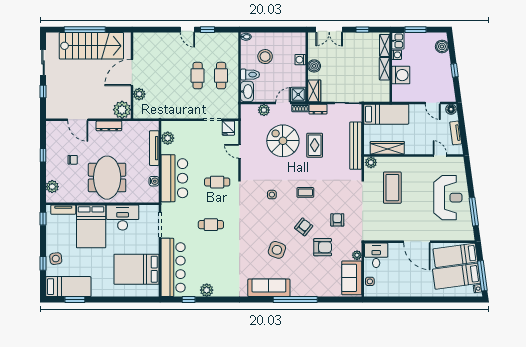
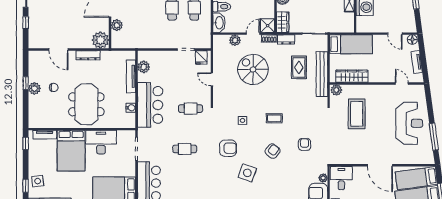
rug: (315, 145) -> (299, 67), moved
plant: (52, 187) -> (34, 88), moved
armchair: (323, 247) -> (228, 148), moved

